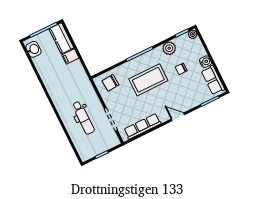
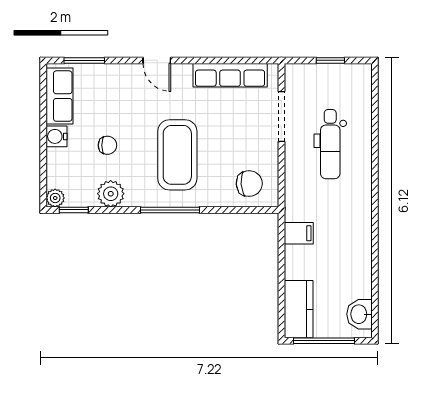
filing cabinet: (70, 57) -> (299, 233), moved
coffee table: (148, 80) -> (177, 155), turned 90
dental chair: (83, 118) -> (330, 144), turned 180

